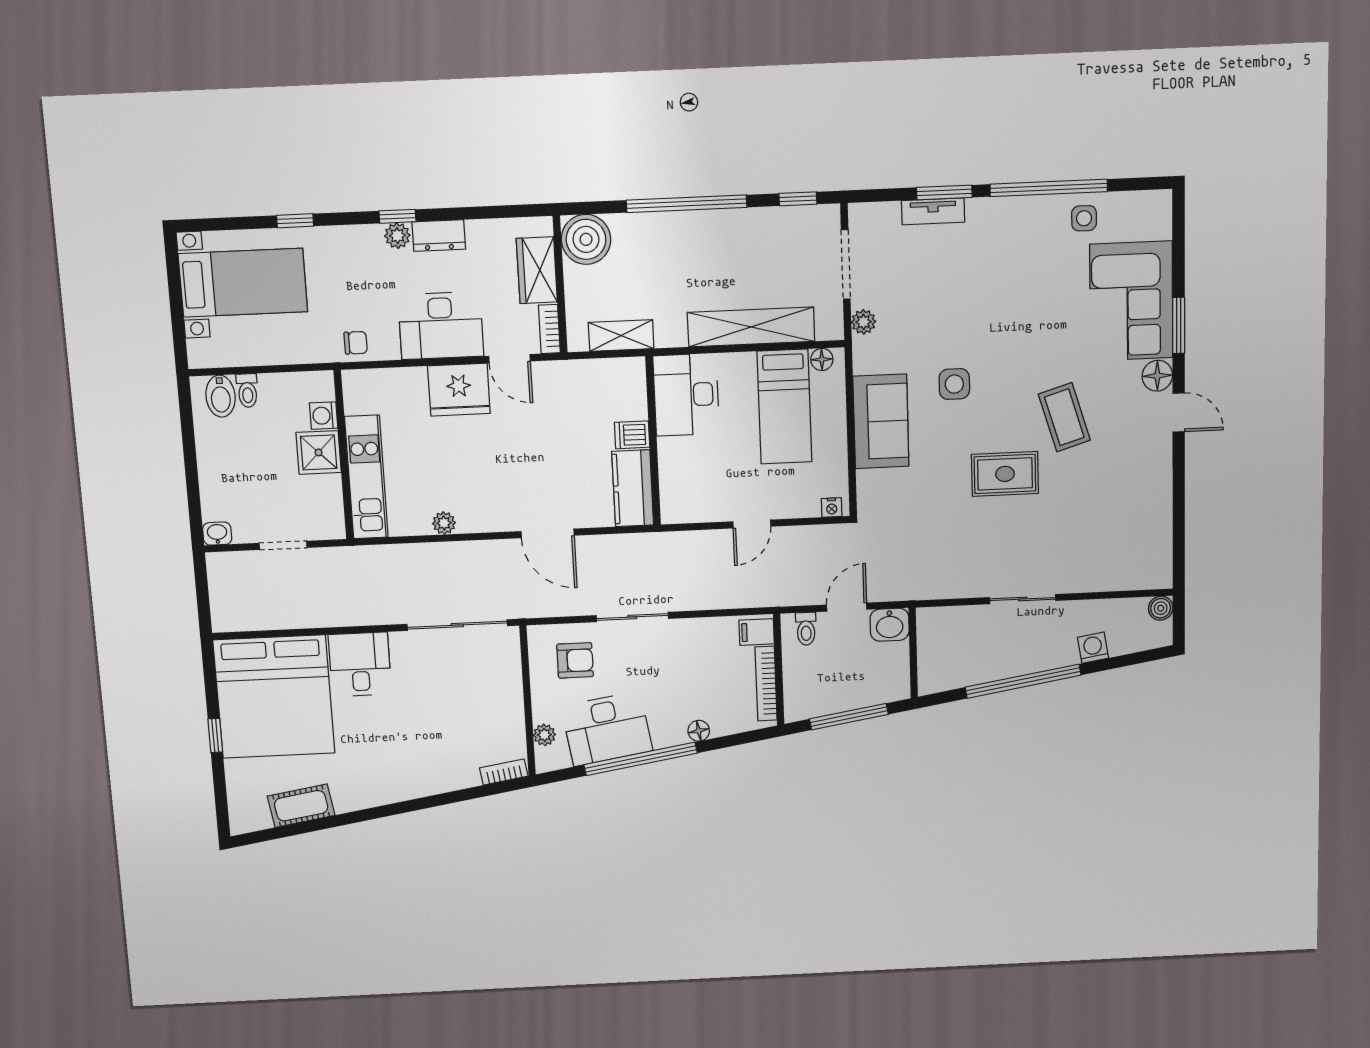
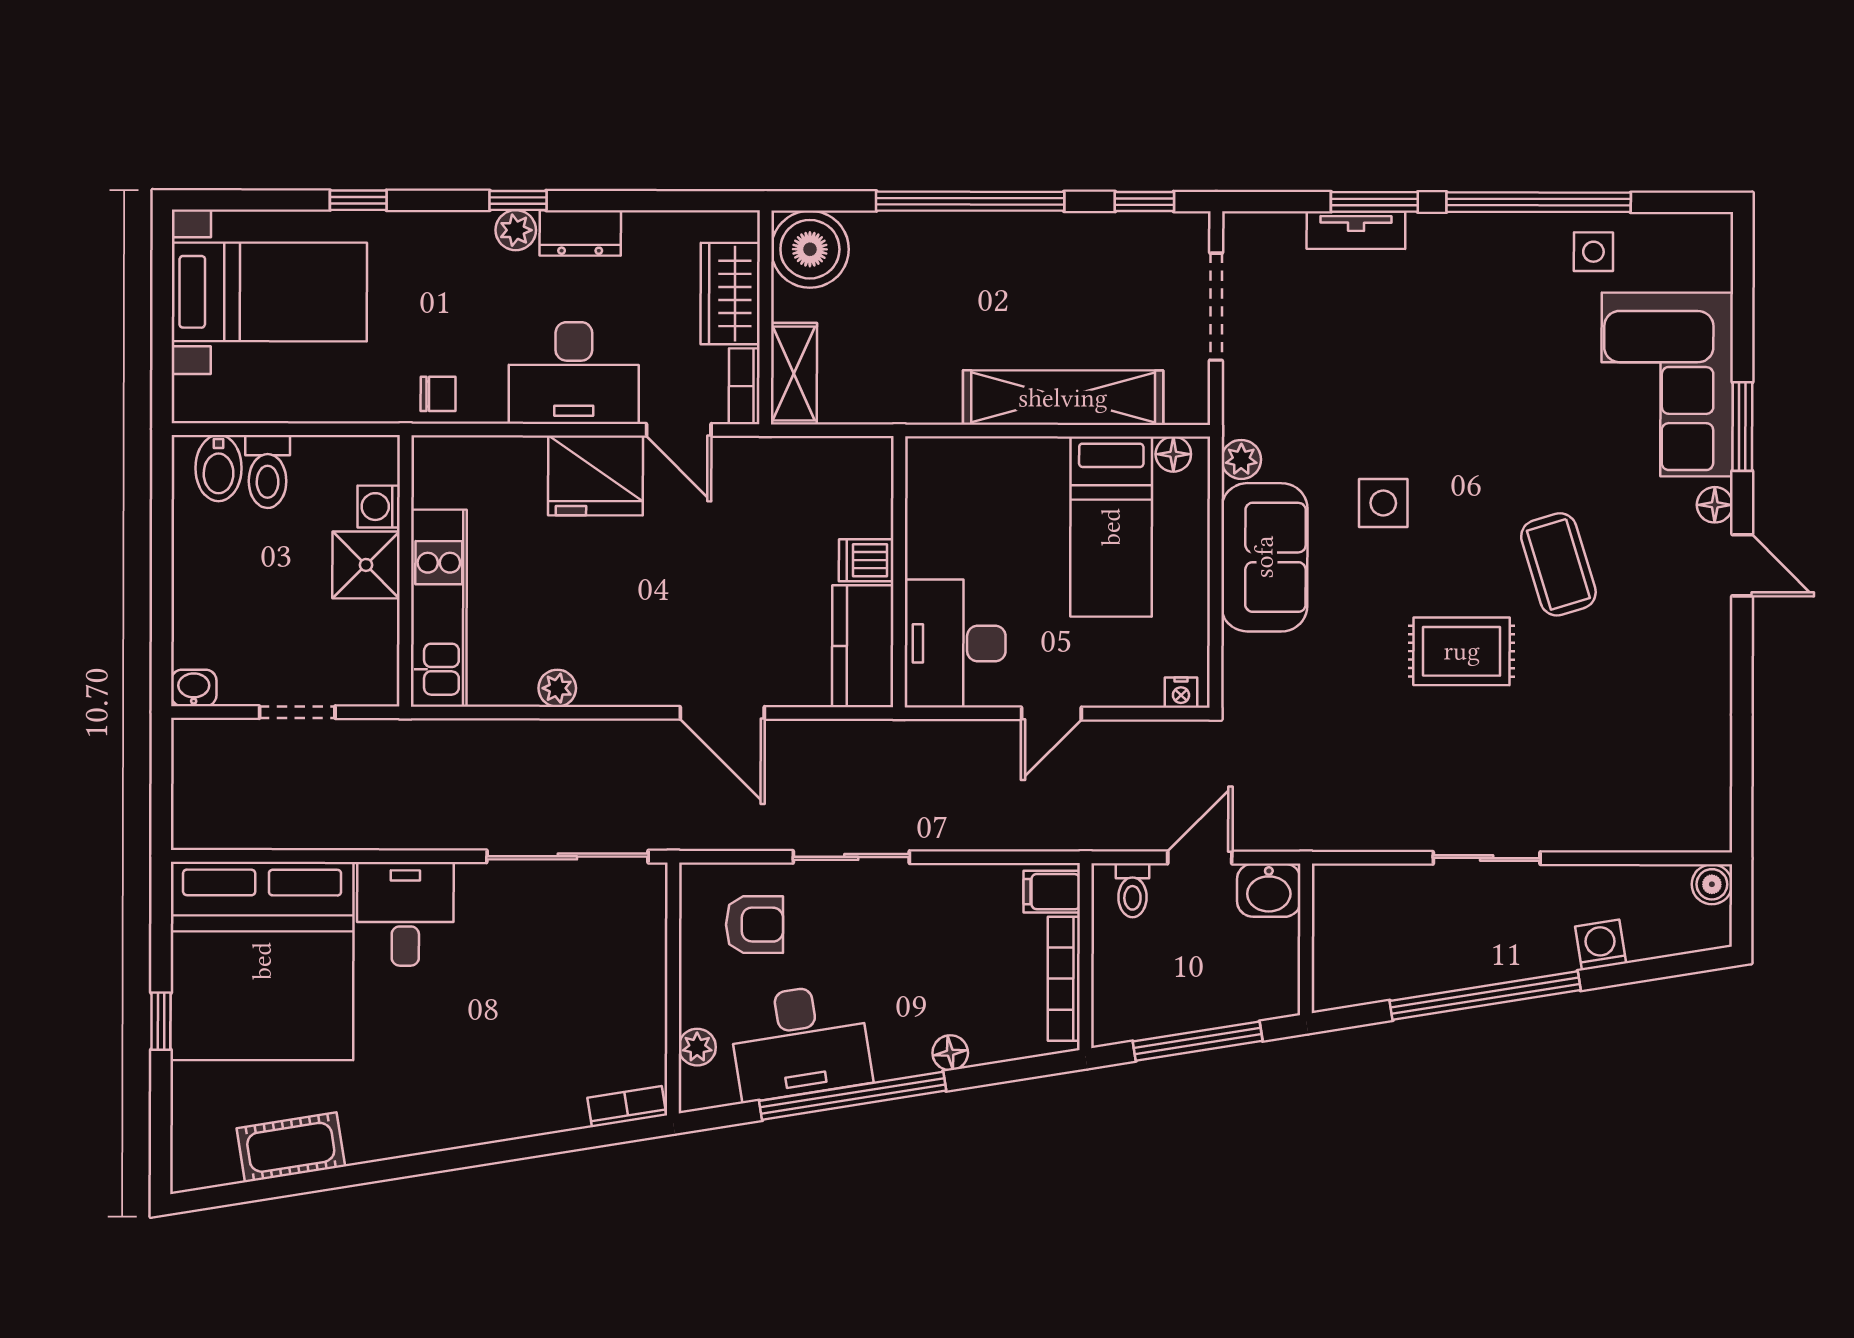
plant: (863, 322) -> (1241, 459), moved
shelving: (621, 335) -> (794, 374), moved, turned 90
floor lamp: (1157, 376) -> (1715, 505), width x0.73, depth x0.73
toilet: (247, 391) -> (268, 472), width x1.37, depth x1.39
desk: (686, 395) -> (955, 643), moved

